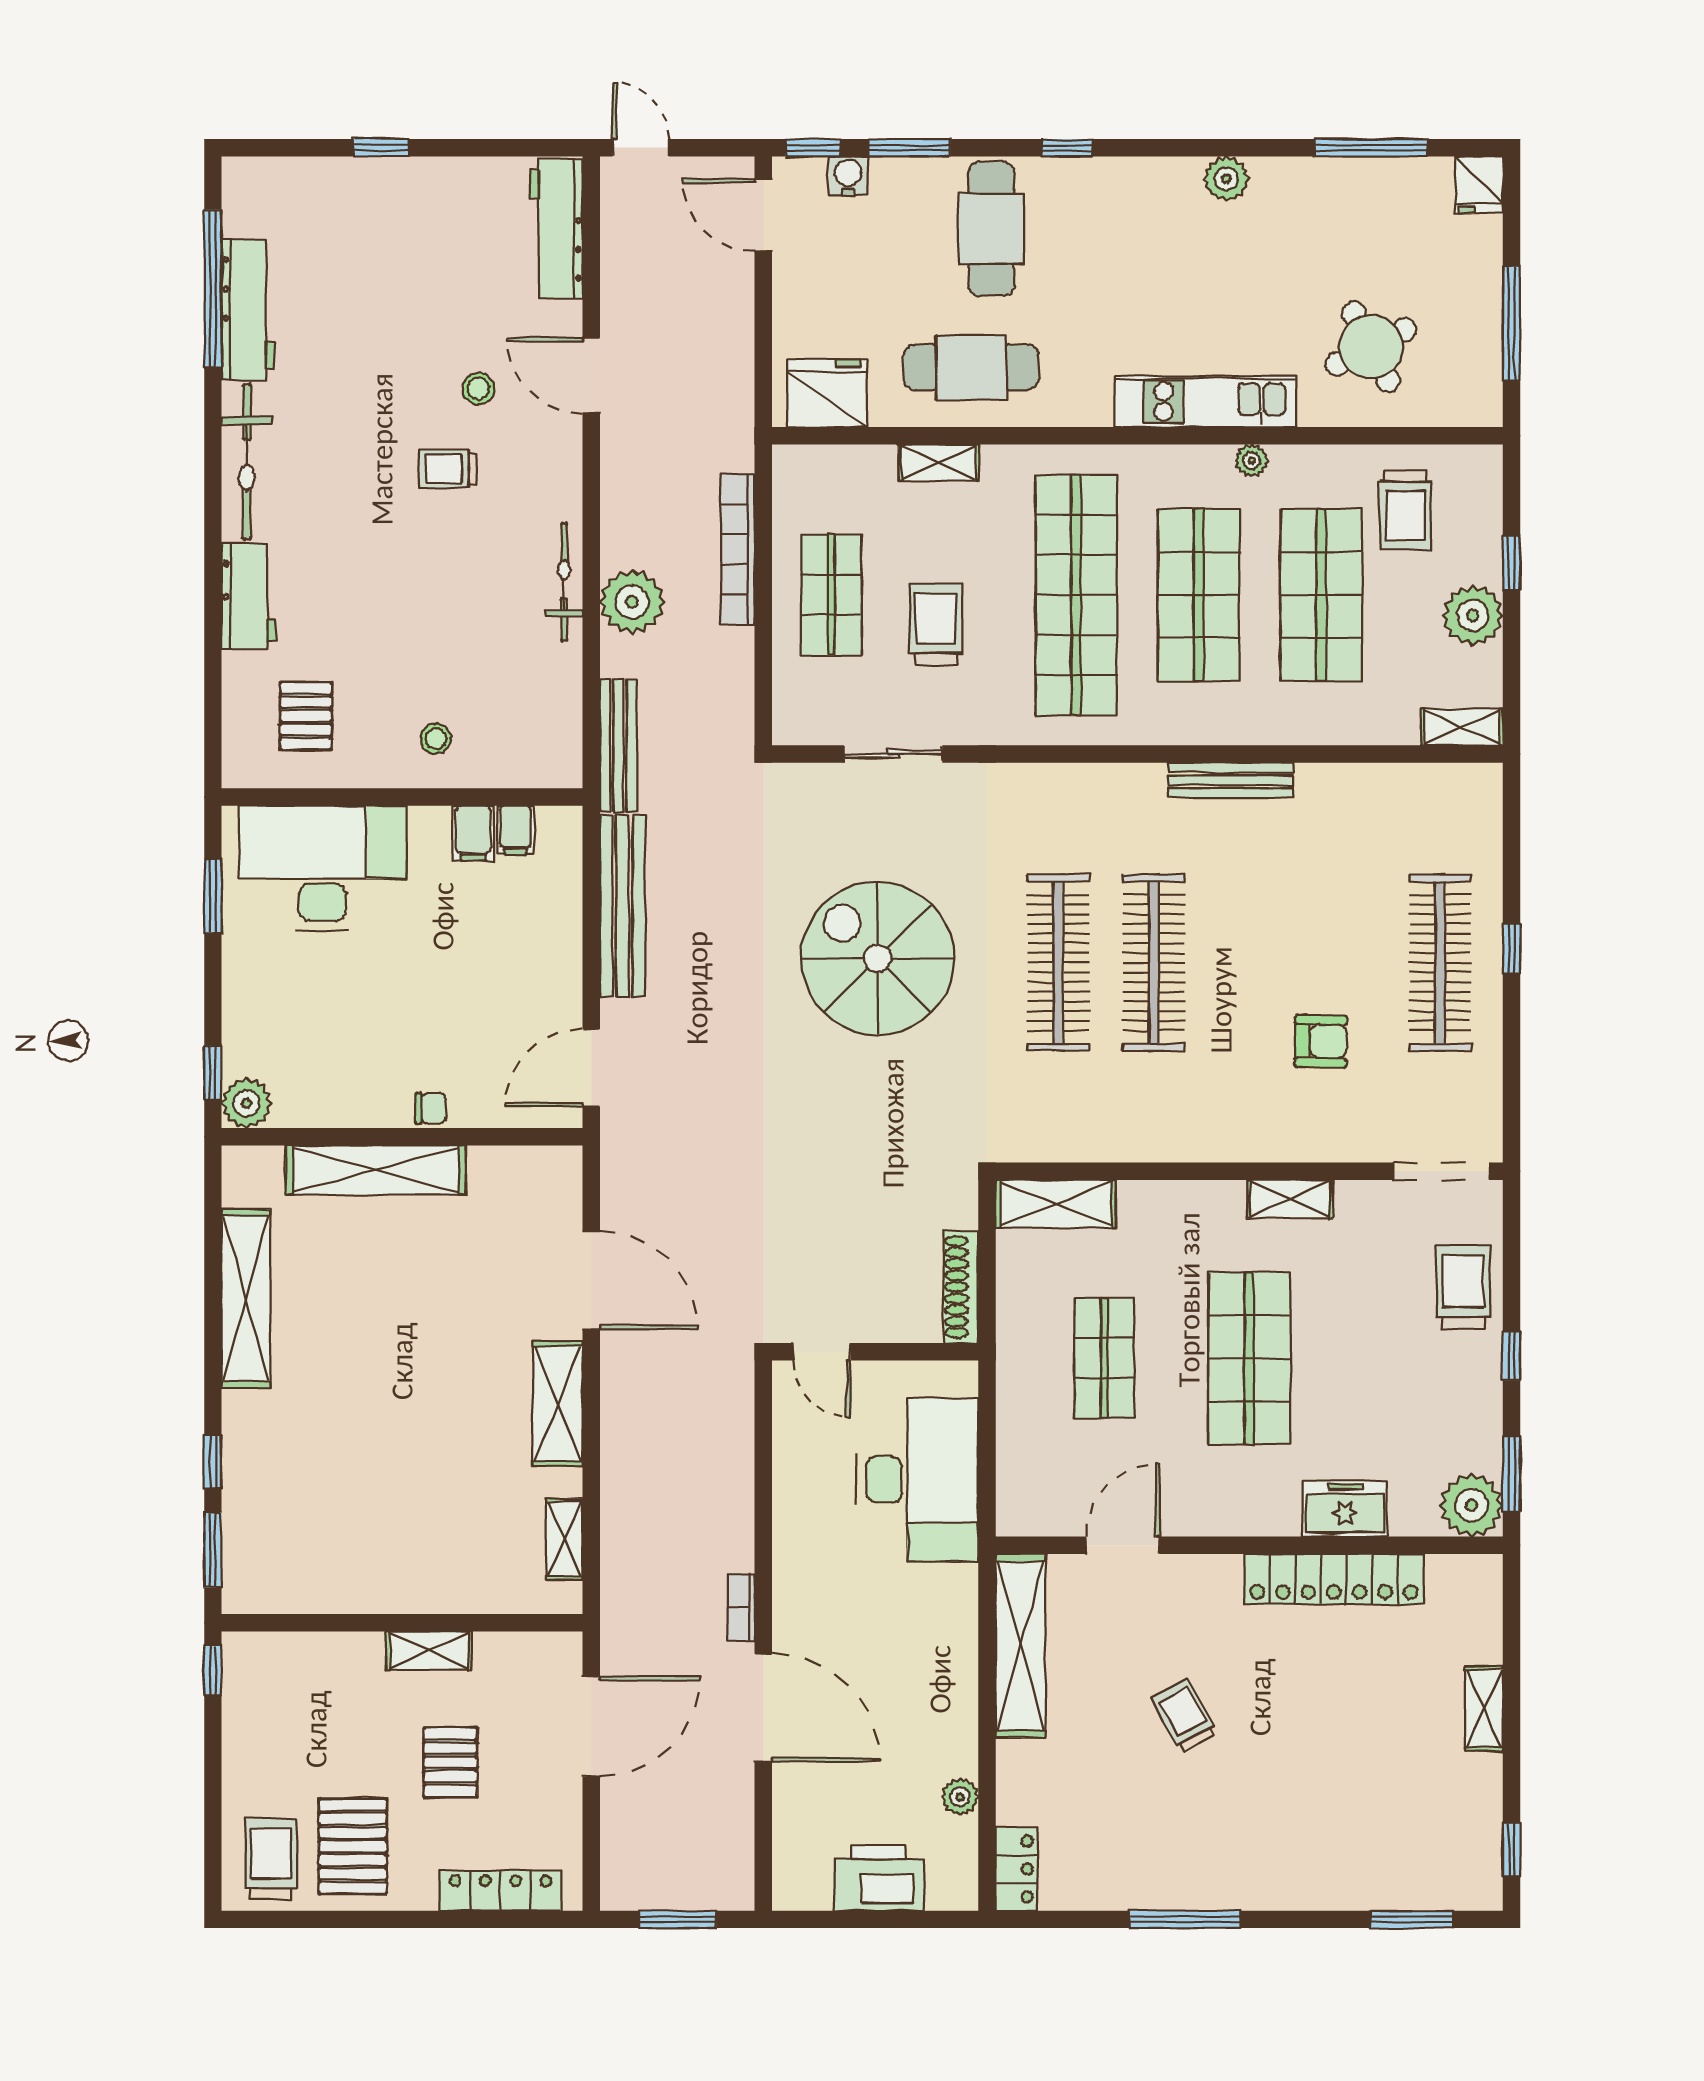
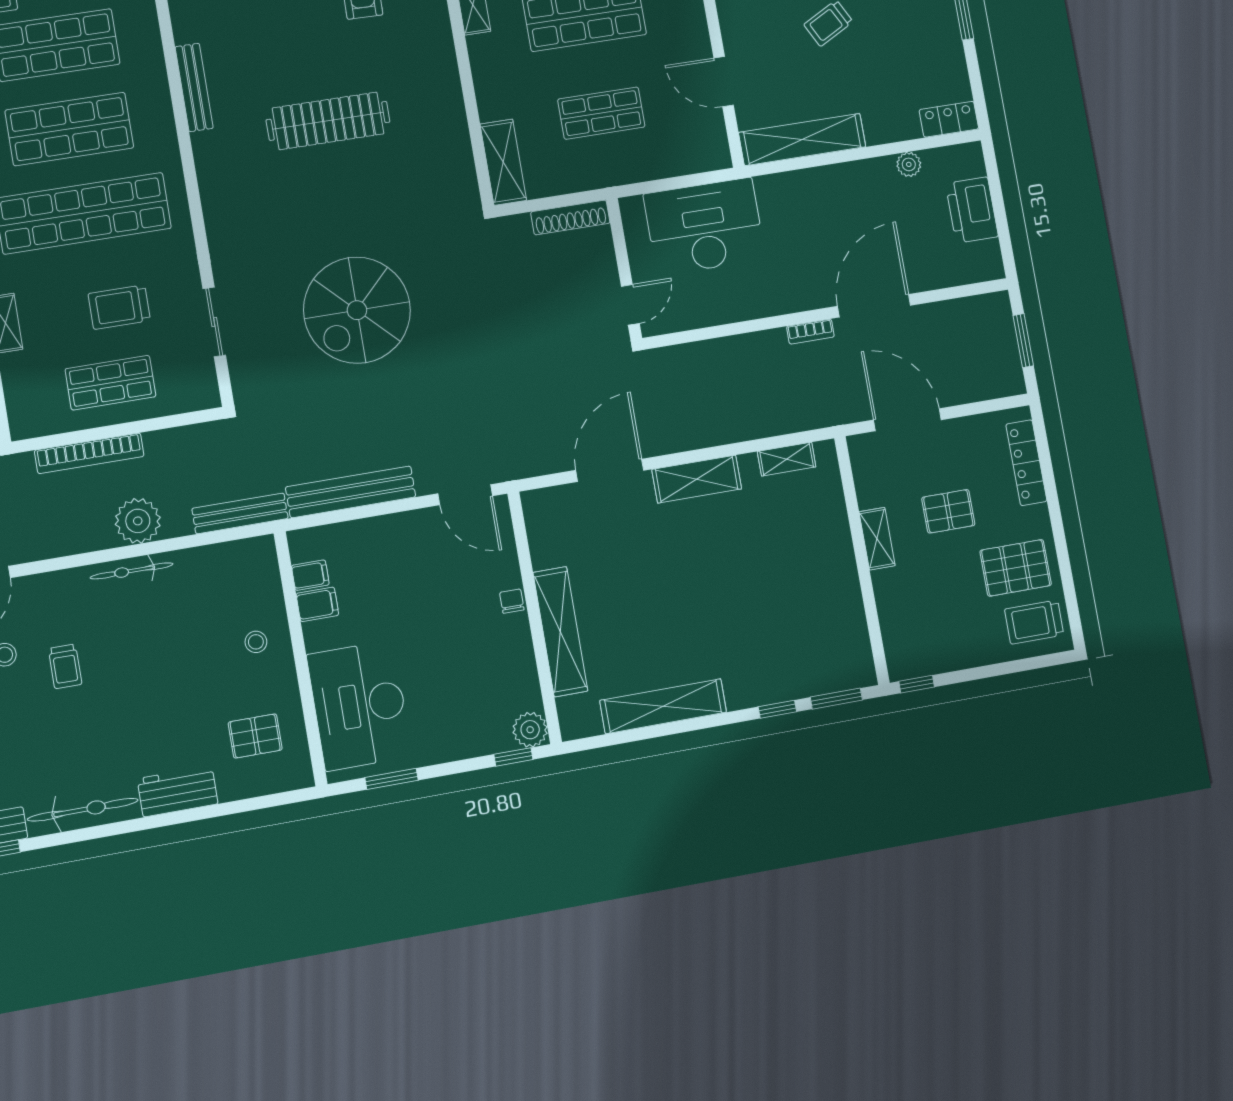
clothes rail: (1058, 963) -> (339, 186), removed

